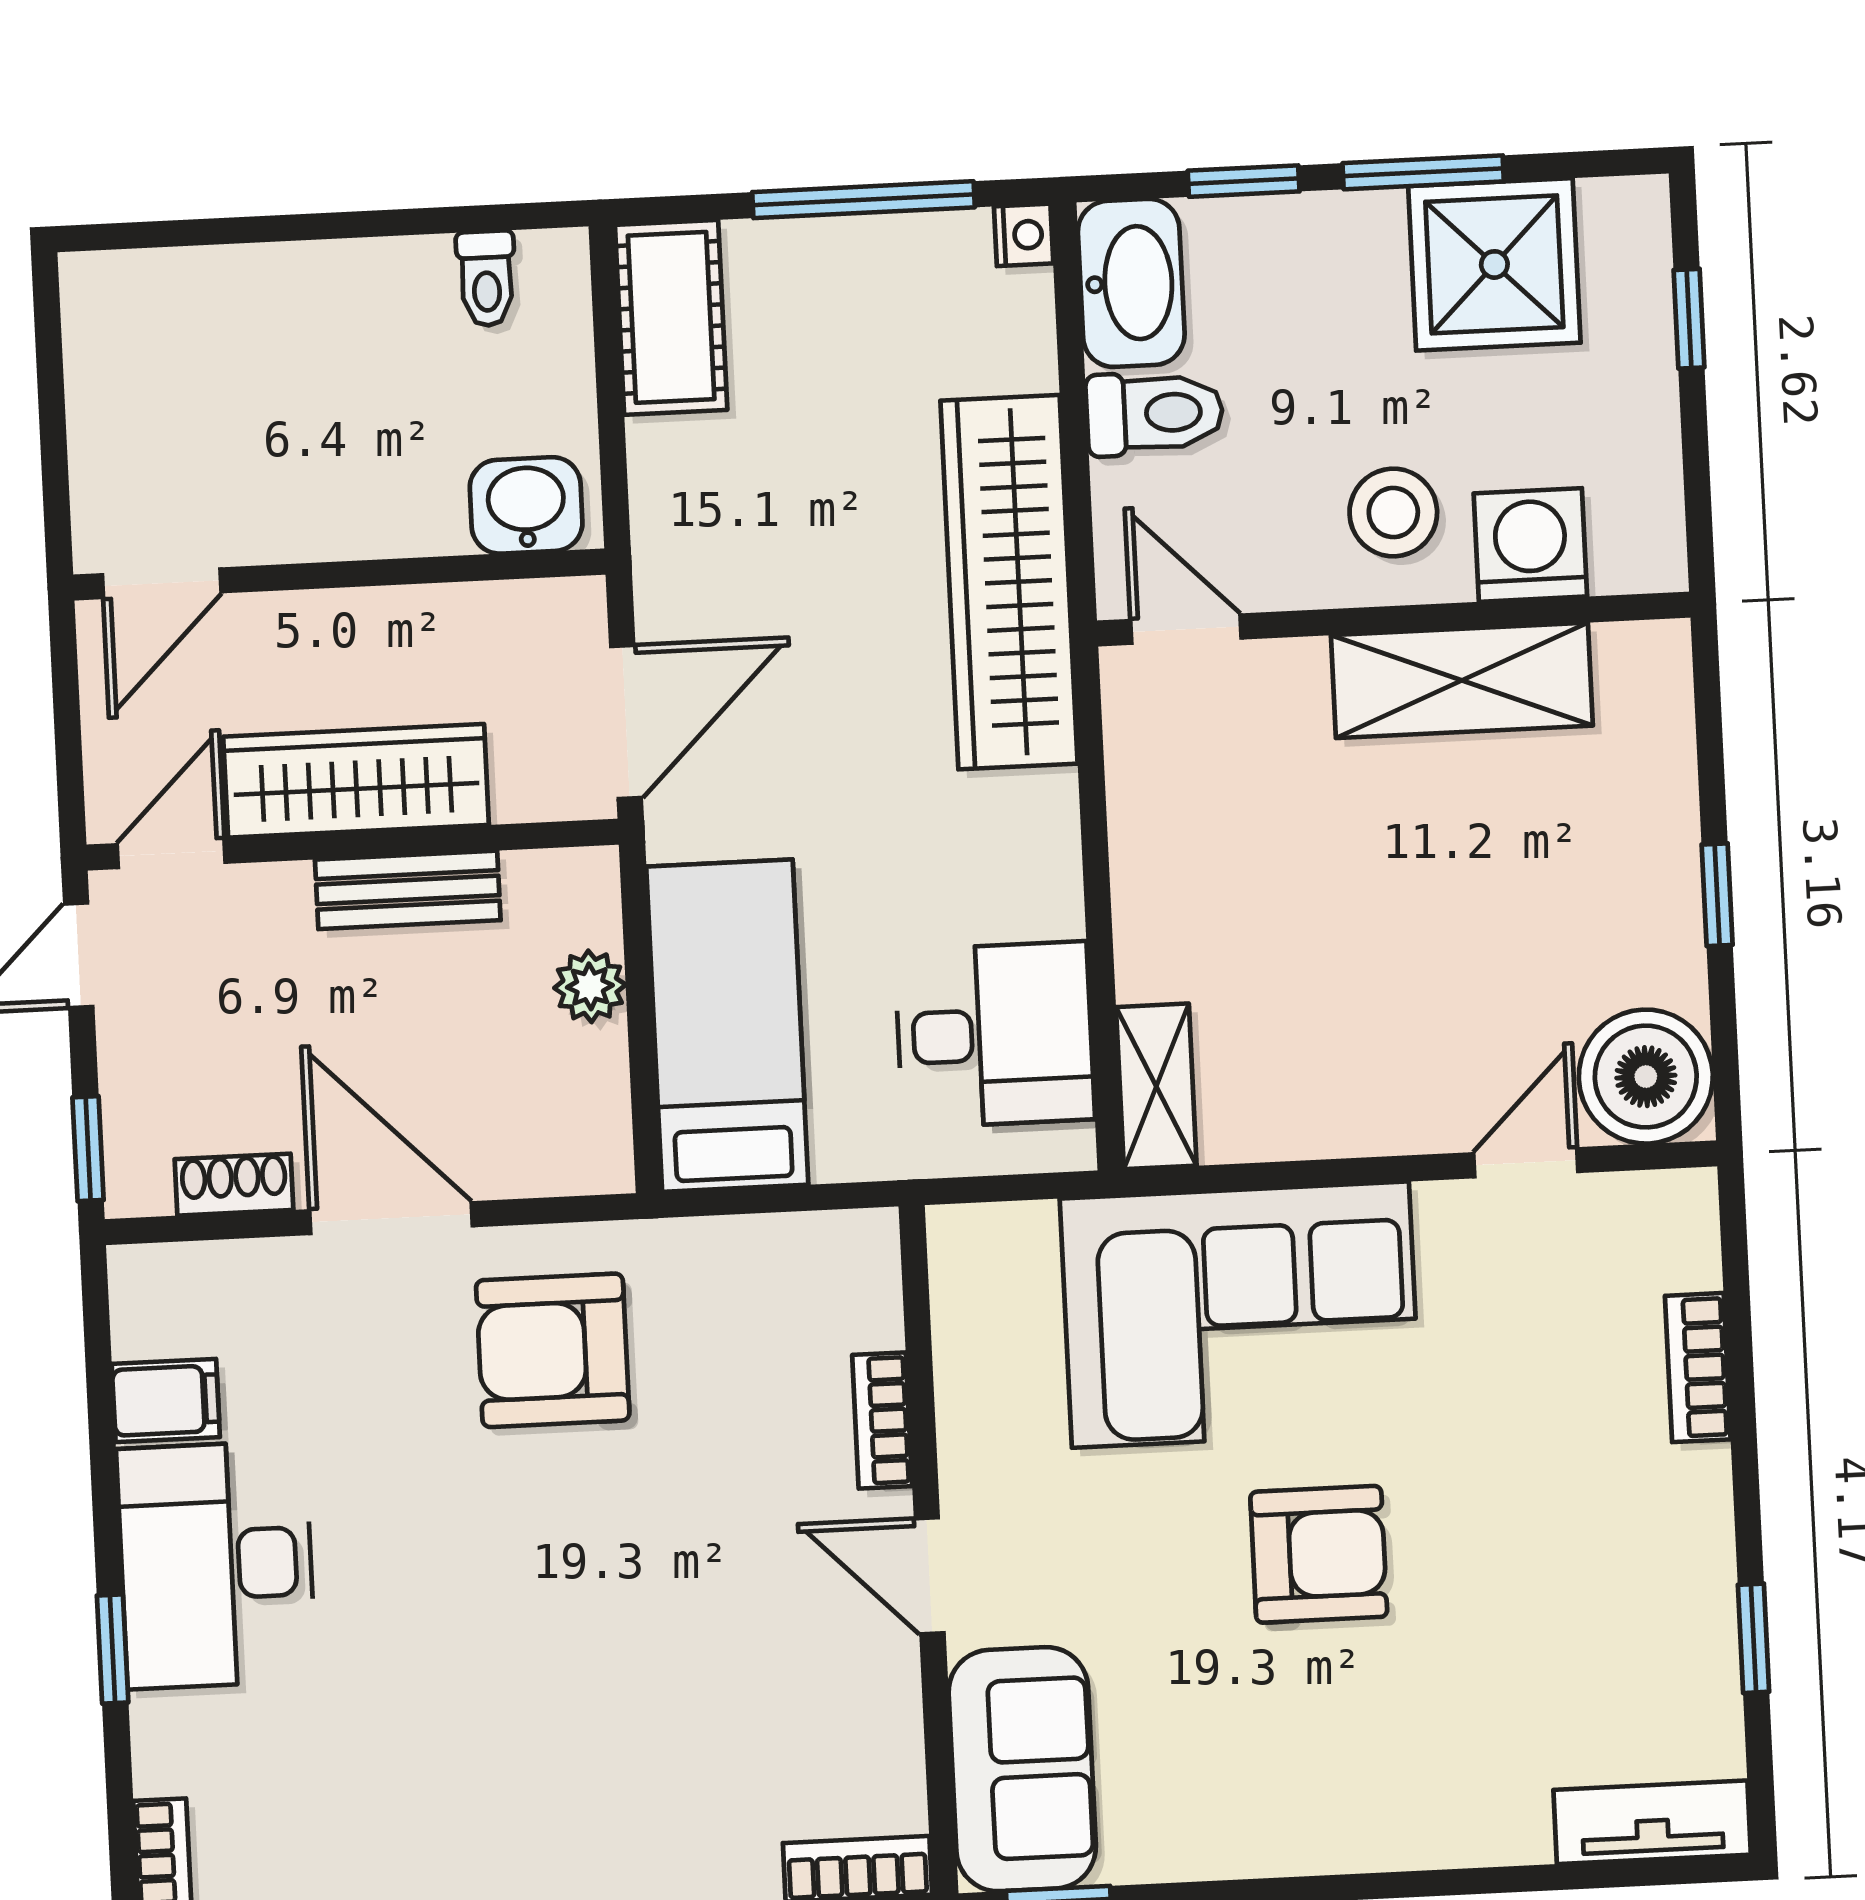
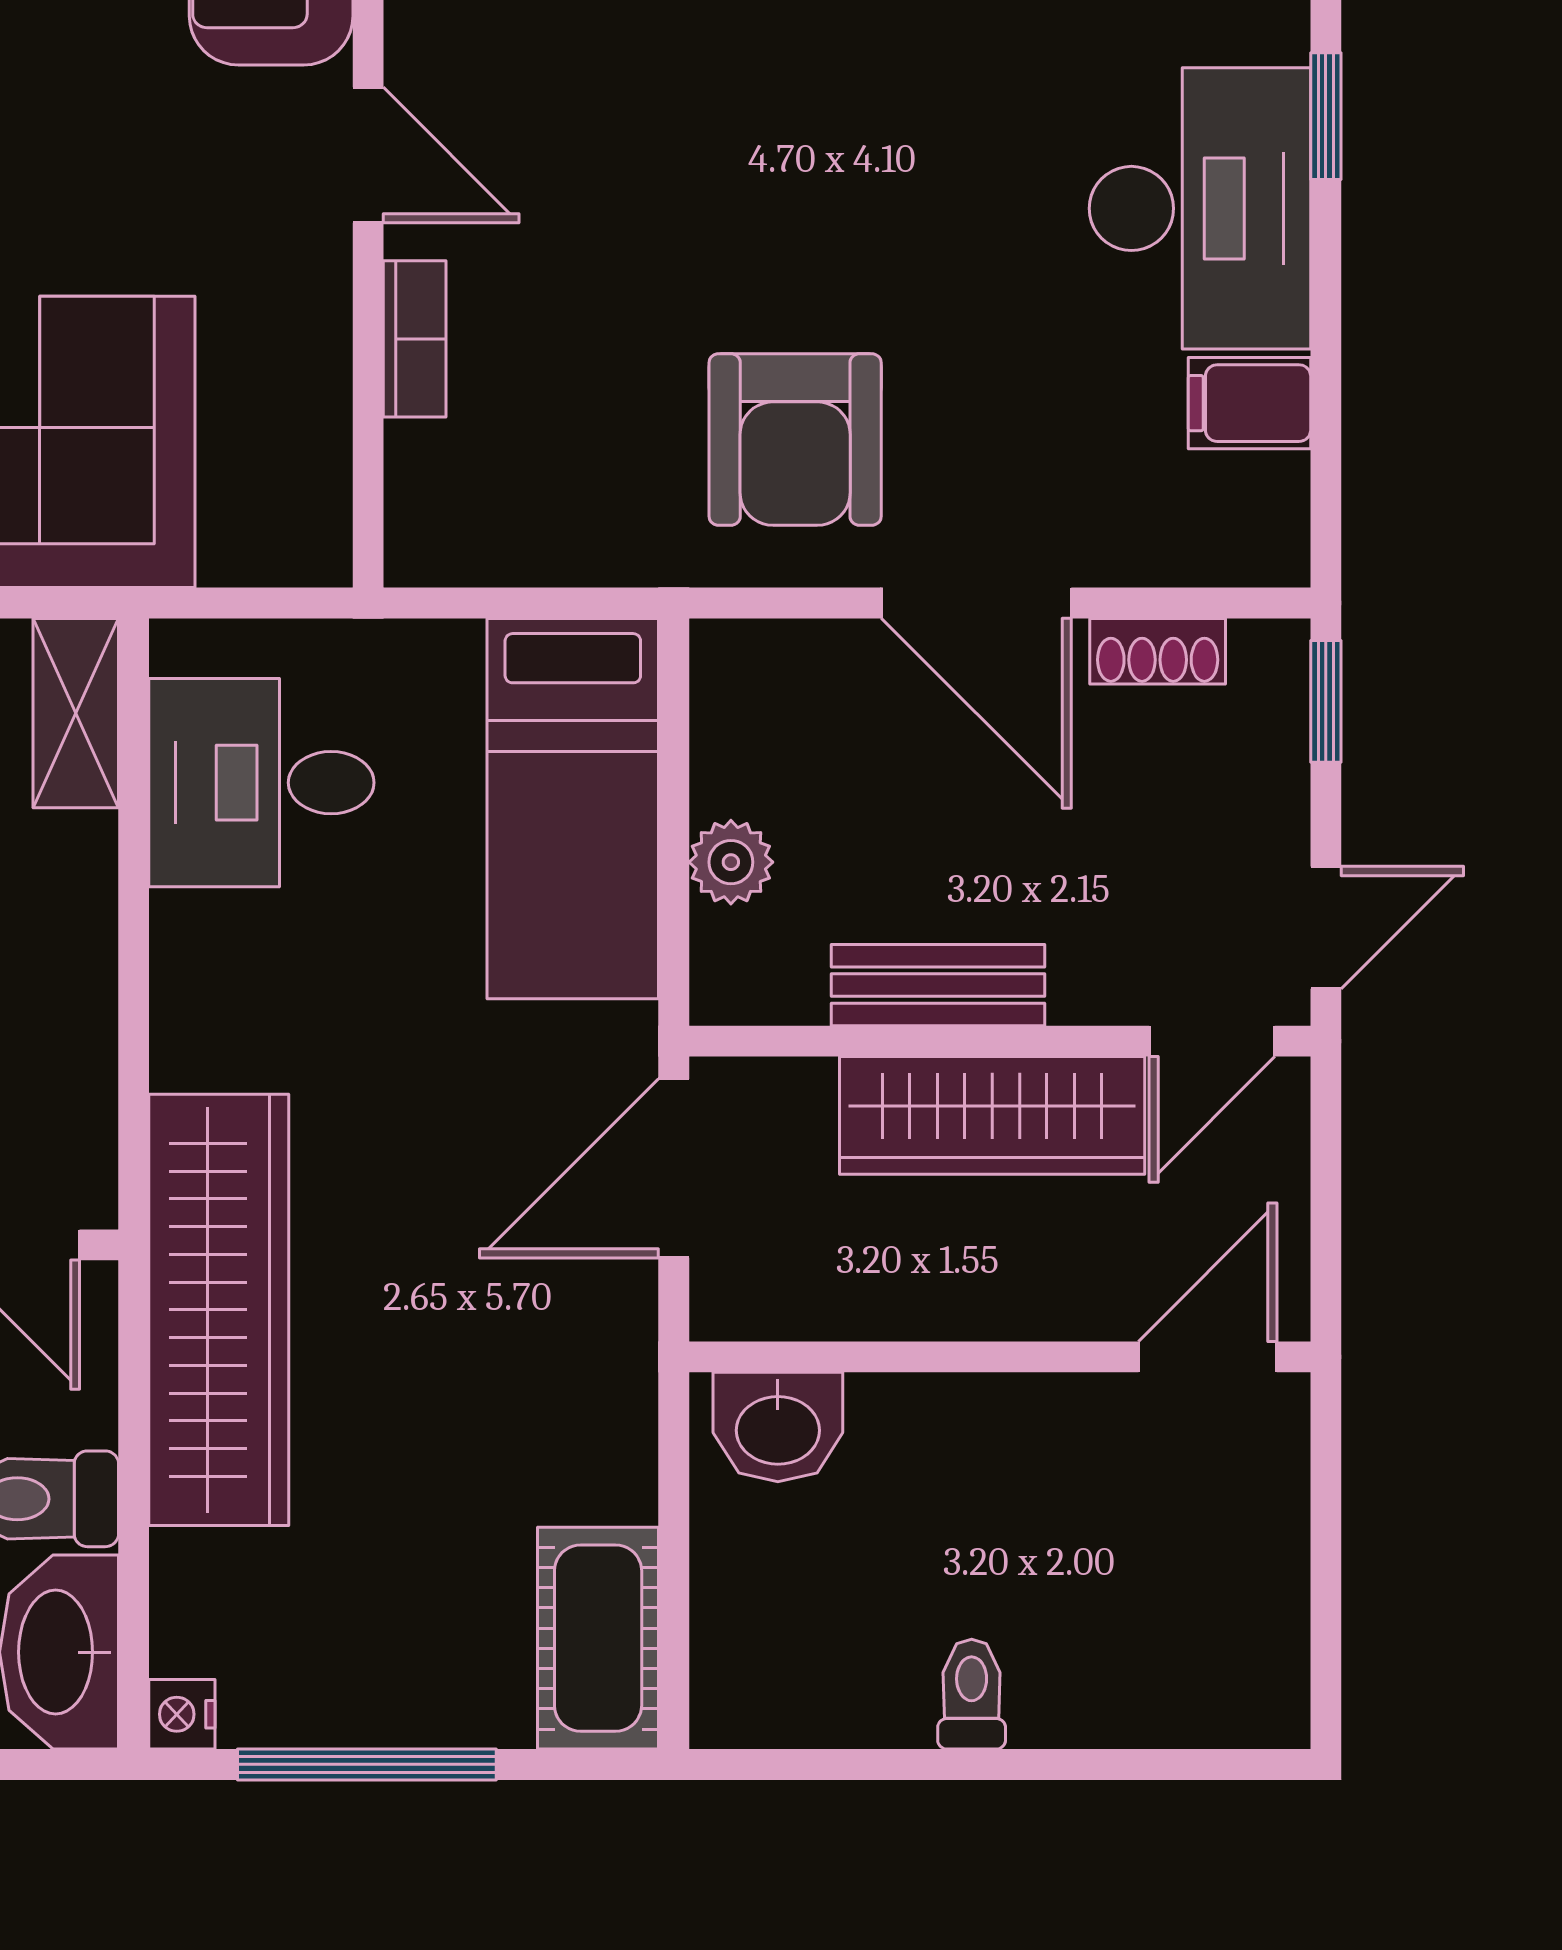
toilet: (486, 278) -> (972, 1694), moved
armchair: (553, 1350) -> (795, 439), turned 90

